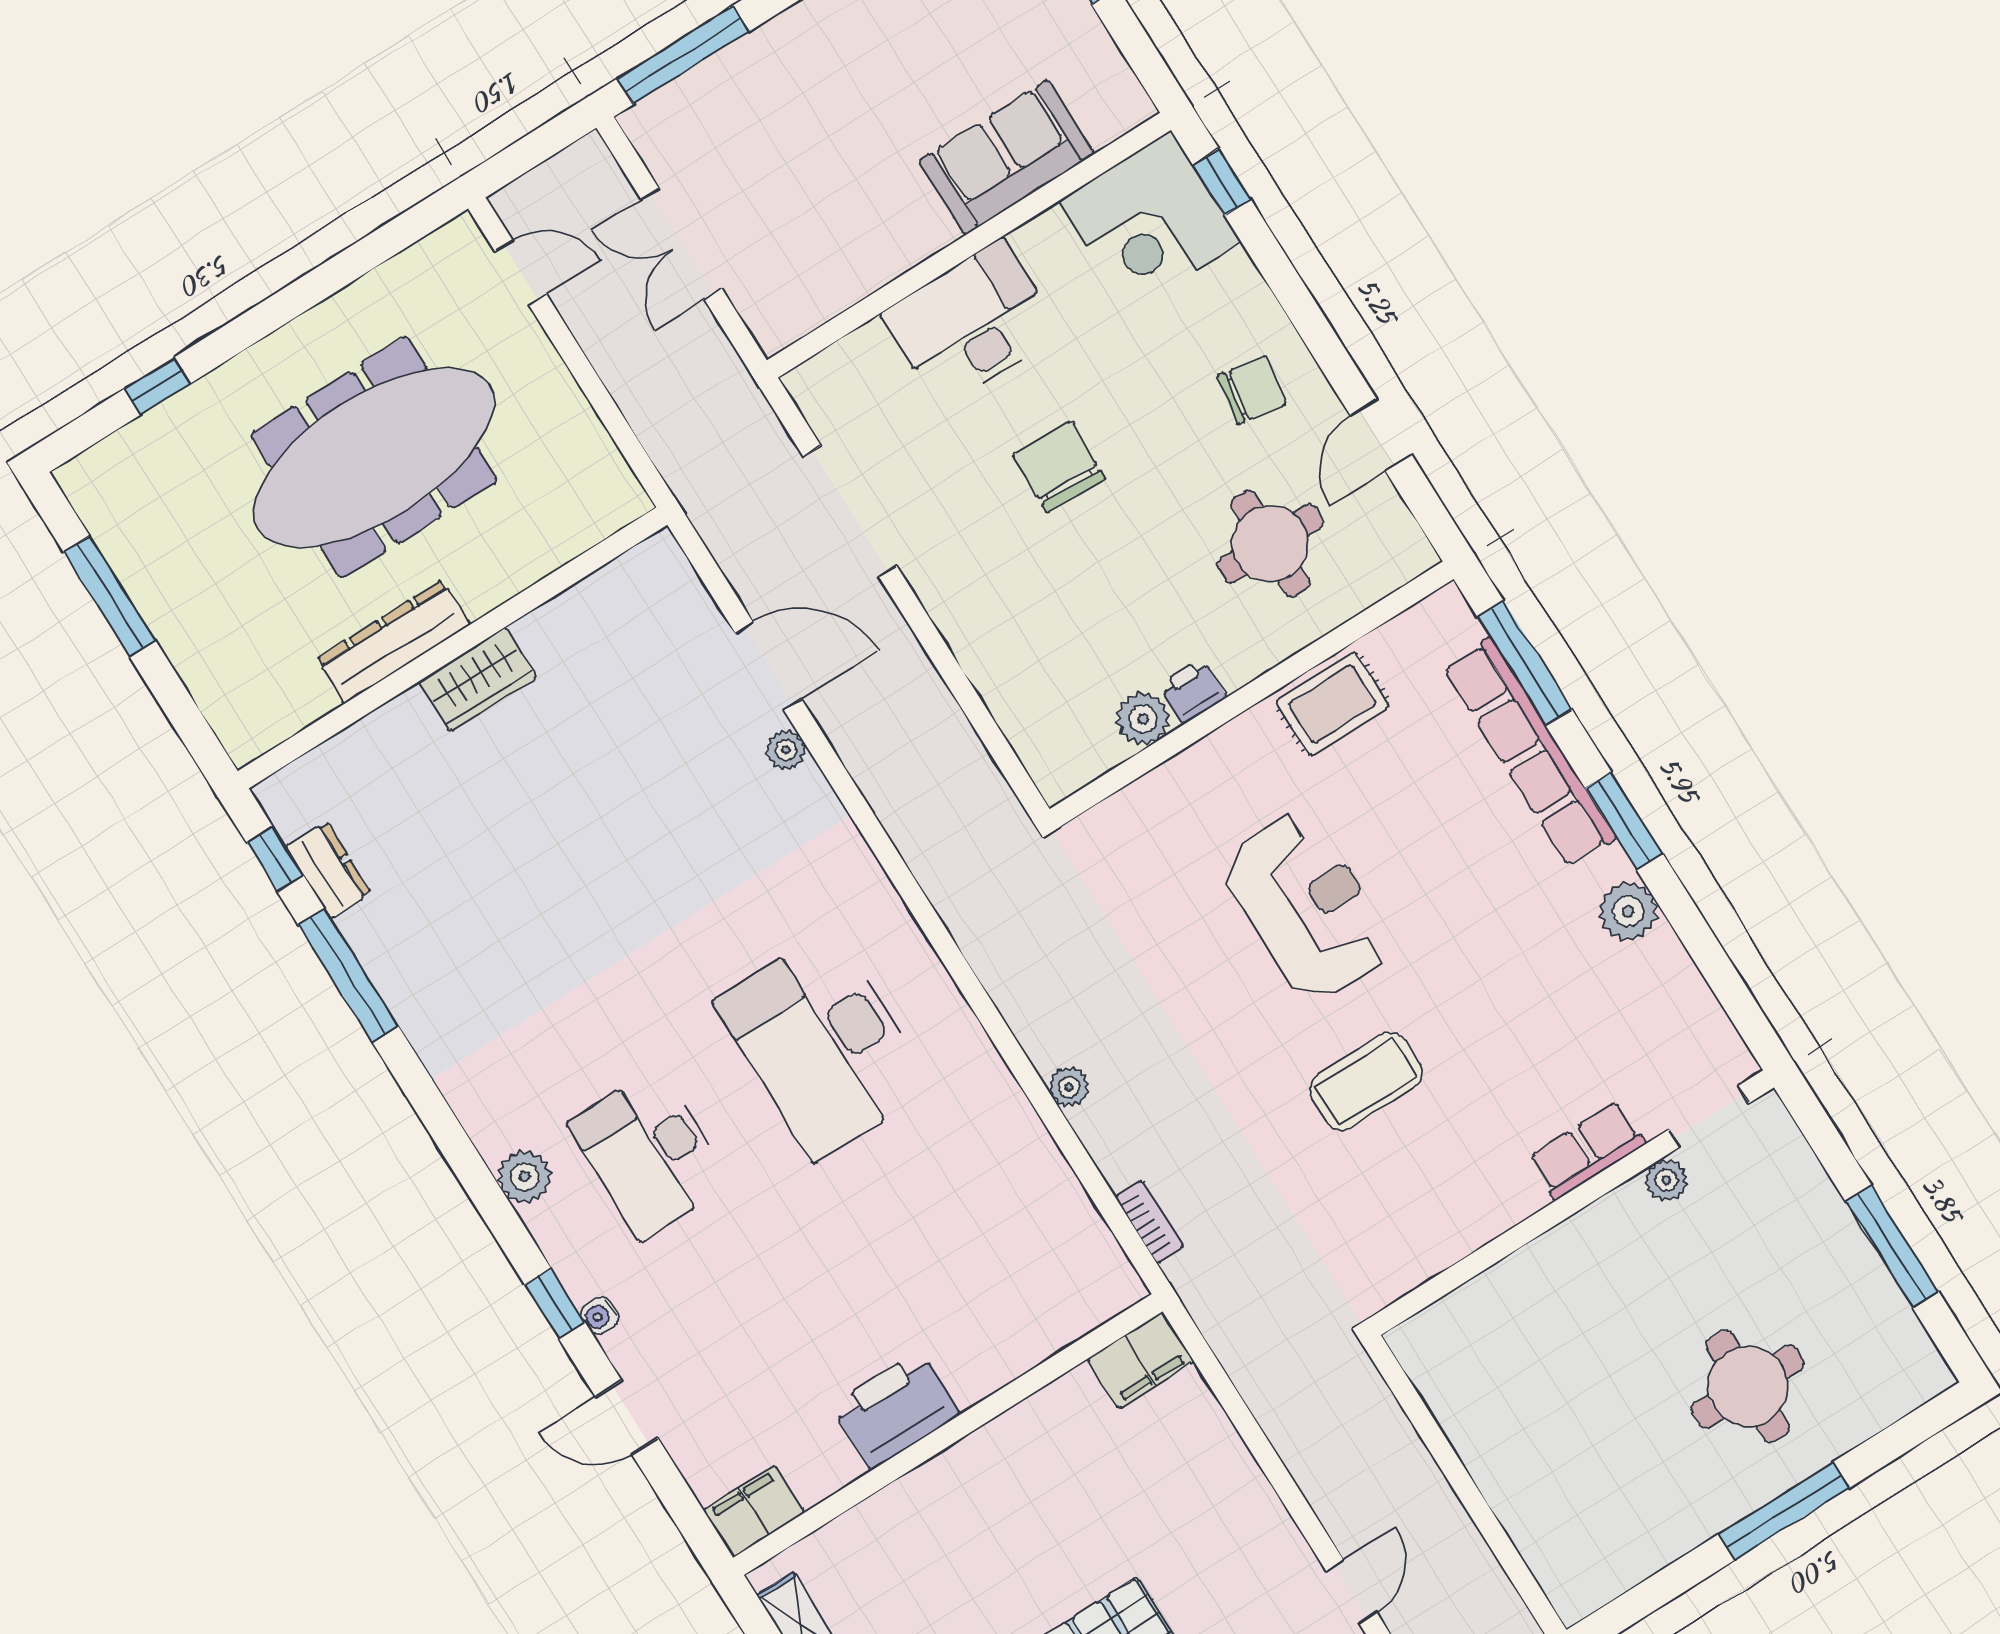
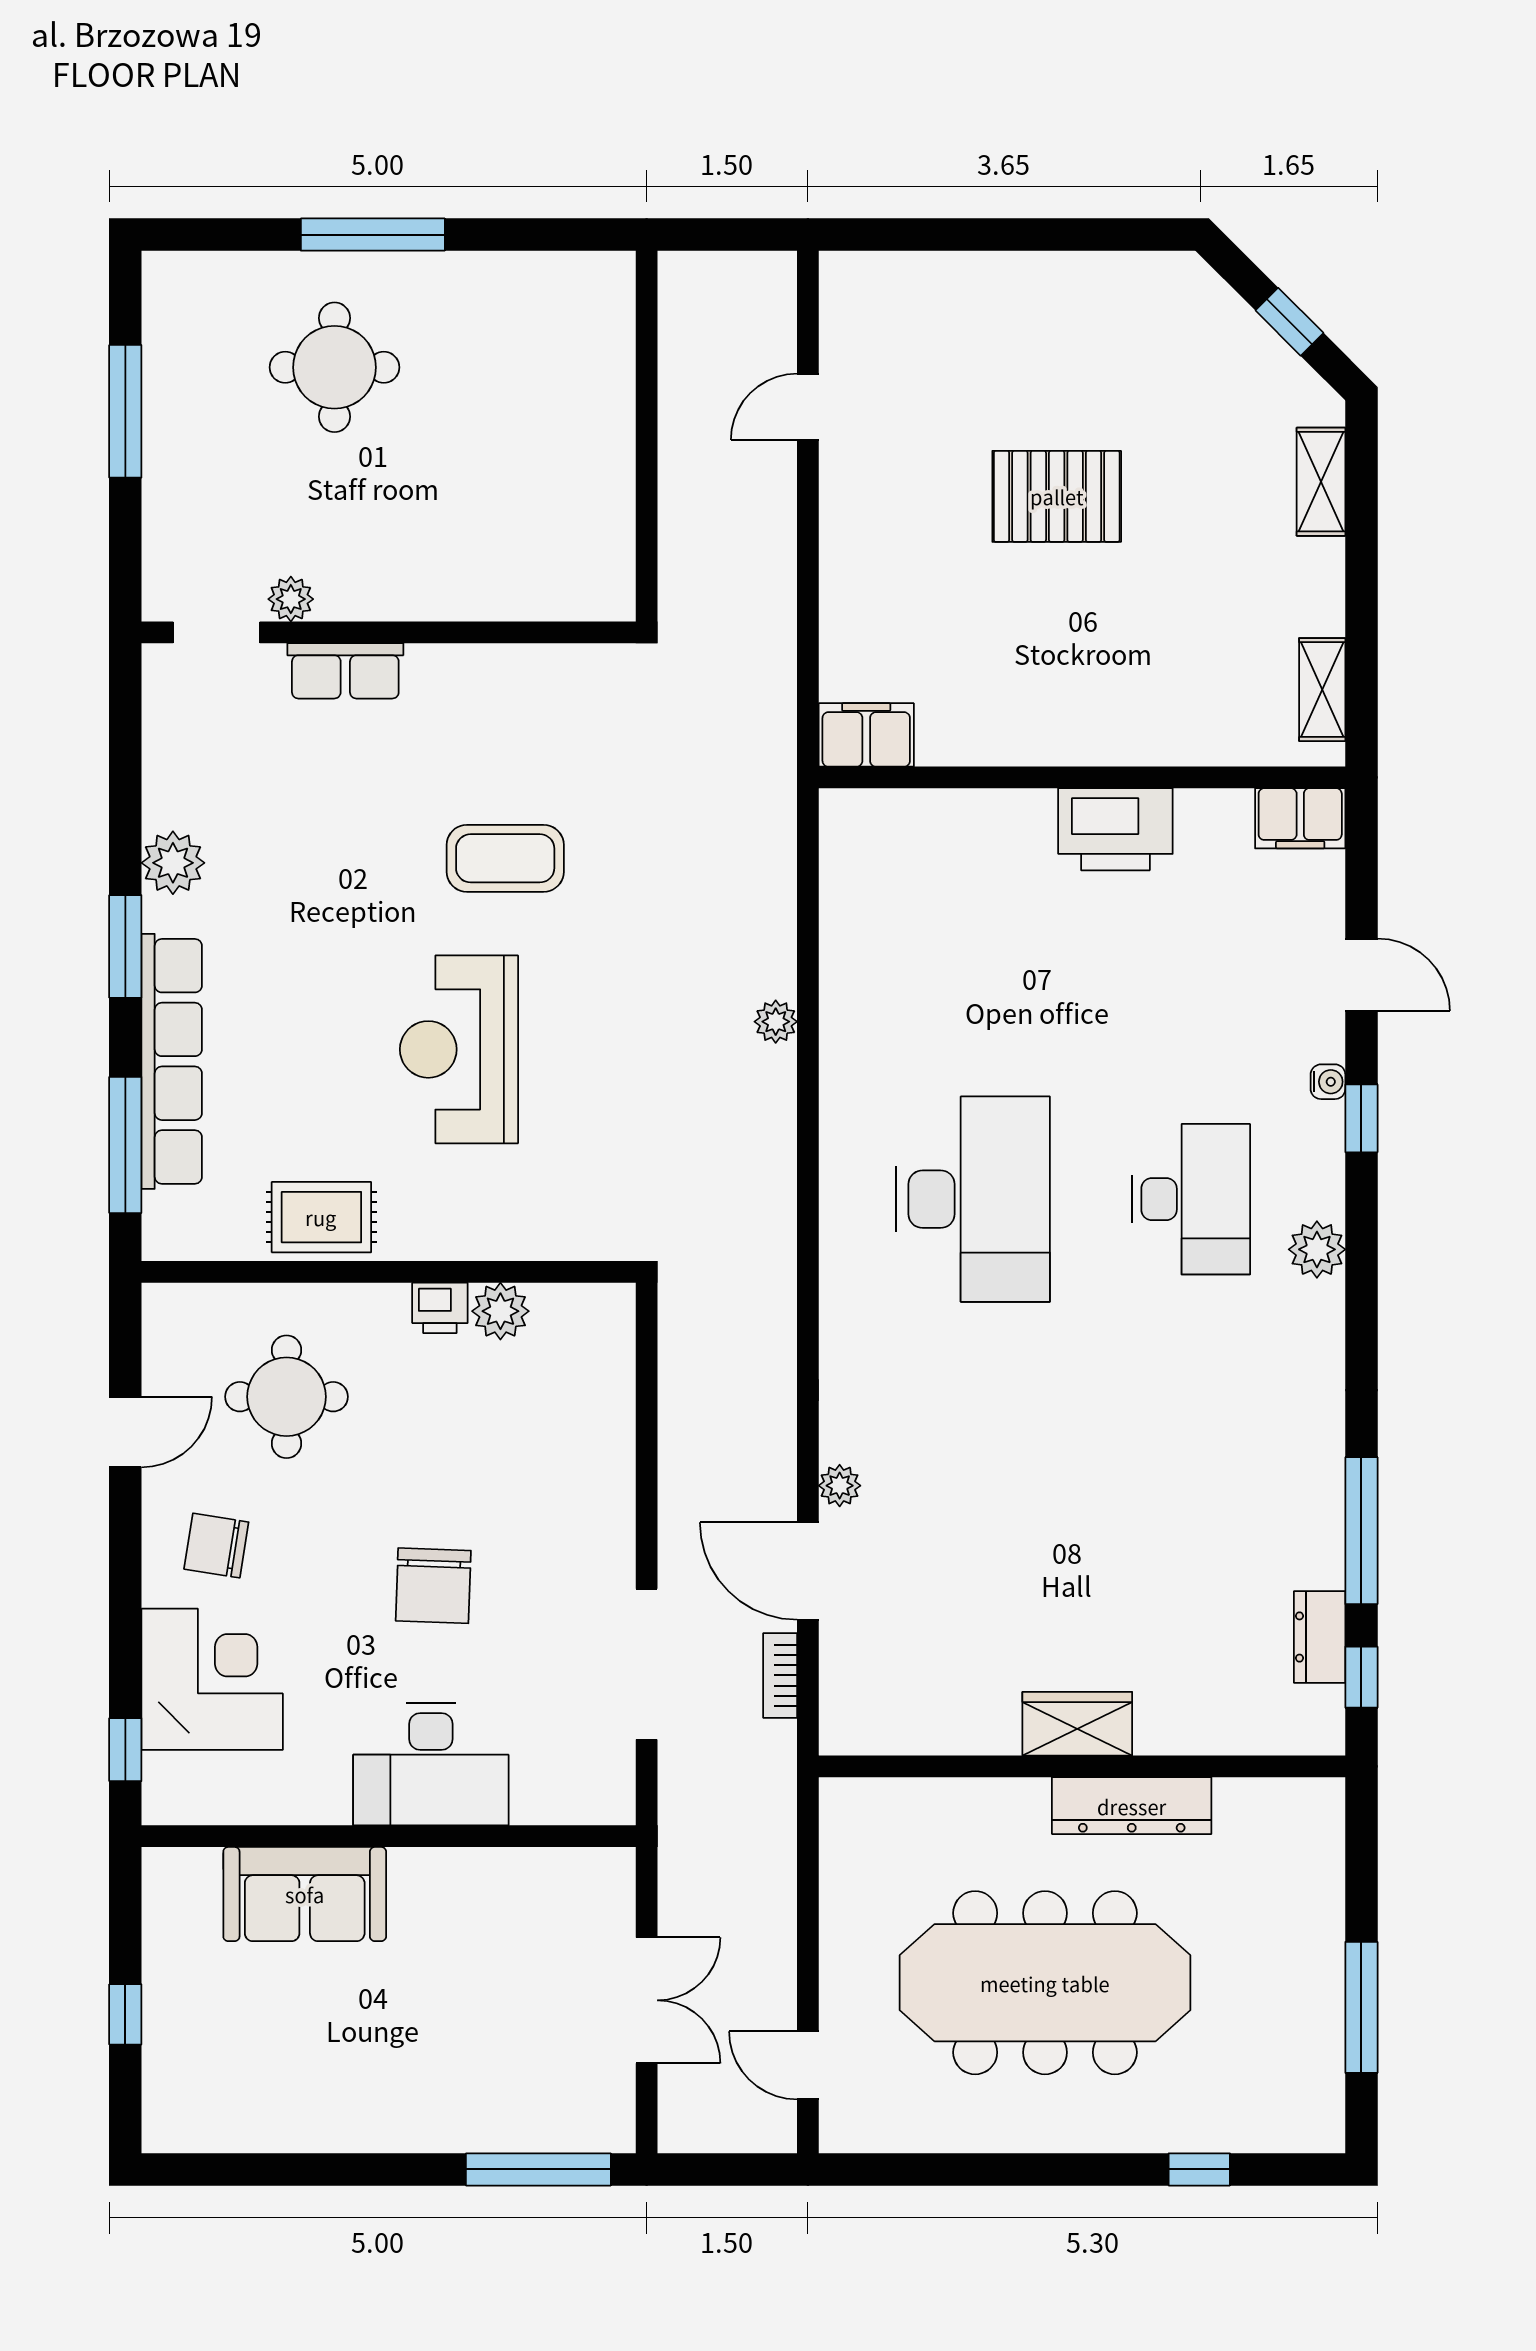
corner desk: (1150, 221) -> (212, 1679), moved
bookcase: (1149, 1222) -> (780, 1675), moved

